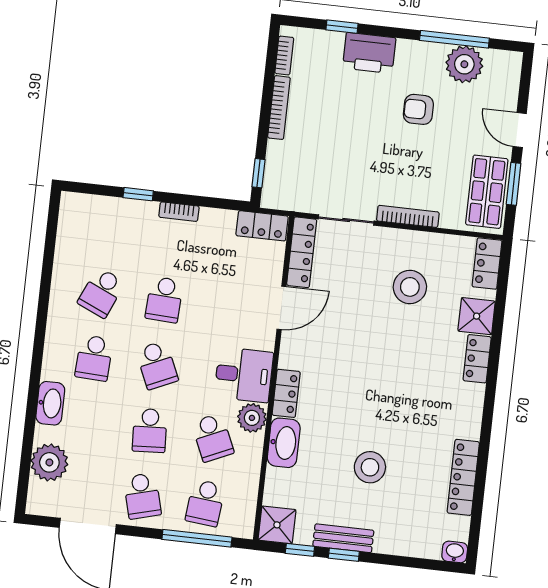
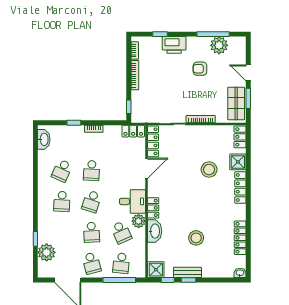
stool: (410, 287) -> (209, 170), moved
locker: (477, 359) -> (240, 188), width x1.53
school desk: (157, 365) -> (92, 201), turned 42
washbasin: (50, 403) -> (44, 139), moved
window: (29, 431) -> (35, 239), added

